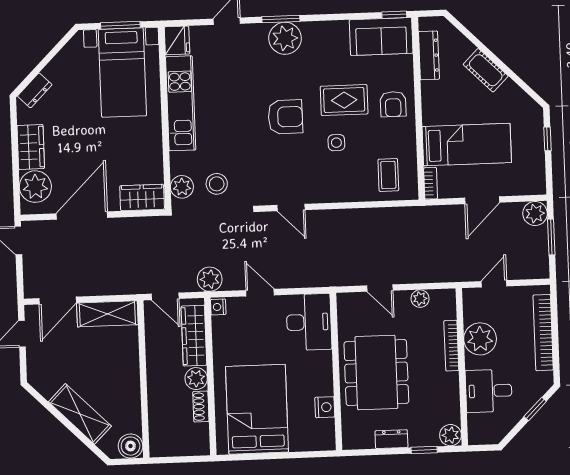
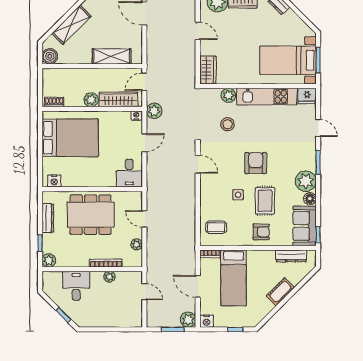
floor lamp: (338, 30) -> (310, 199), added
plant: (285, 38) -> (306, 181), moved
armchair: (393, 104) -> (261, 232), turned 180
armchair: (285, 117) -> (256, 163), turned 180
stool: (217, 184) -> (227, 124), moved
nightstand: (536, 184) -> (207, 321), added
plant: (182, 187) -> (228, 95), moved
door: (291, 208) -> (198, 164), swing flipped
door: (82, 216) -> (198, 31), width x0.53
door: (380, 288) -> (144, 219), hinge flipped
shelving: (107, 314) -> (112, 56), moved, turned 90
desk: (309, 322) -> (129, 173), width x0.73
bookcase: (543, 333) -> (112, 322), removed
plant: (480, 339) -> (109, 277), width x0.53, depth x0.53
shoe rack: (201, 407) -> (54, 102), moved
nightstand: (325, 407) -> (54, 181), moved
dresser: (391, 439) -> (48, 218), width x1.44

